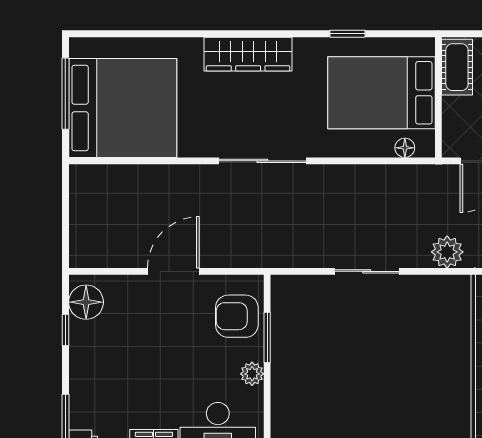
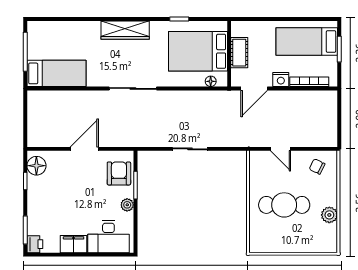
cot: (457, 67) -> (239, 53), moved
bed: (123, 108) -> (56, 73), width x0.49
plant: (447, 252) -> (234, 138), removed
armchair: (237, 316) -> (119, 173), turned 90

